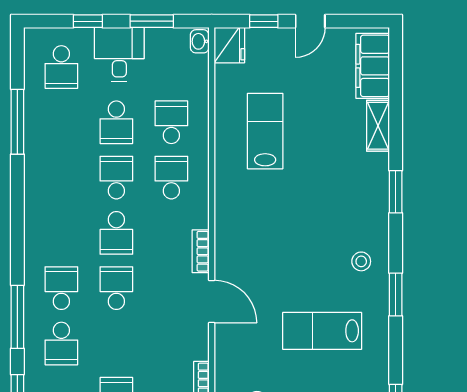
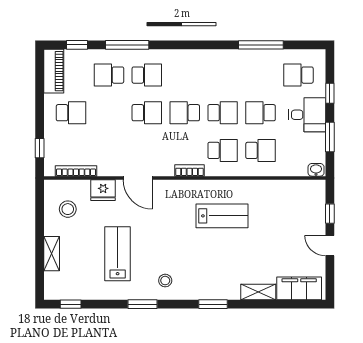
fridge: (229, 45) -> (103, 190), moved
lab bench: (265, 131) -> (222, 216), moved
bookcase: (201, 251) -> (189, 170), moved
door: (212, 302) -> (138, 178), hinge flipped

